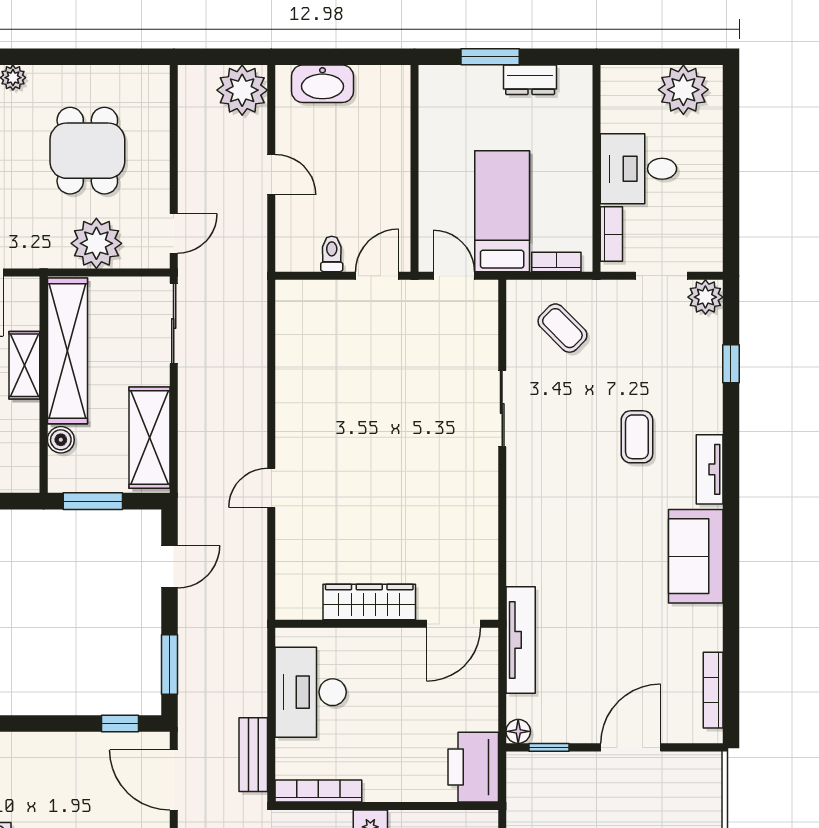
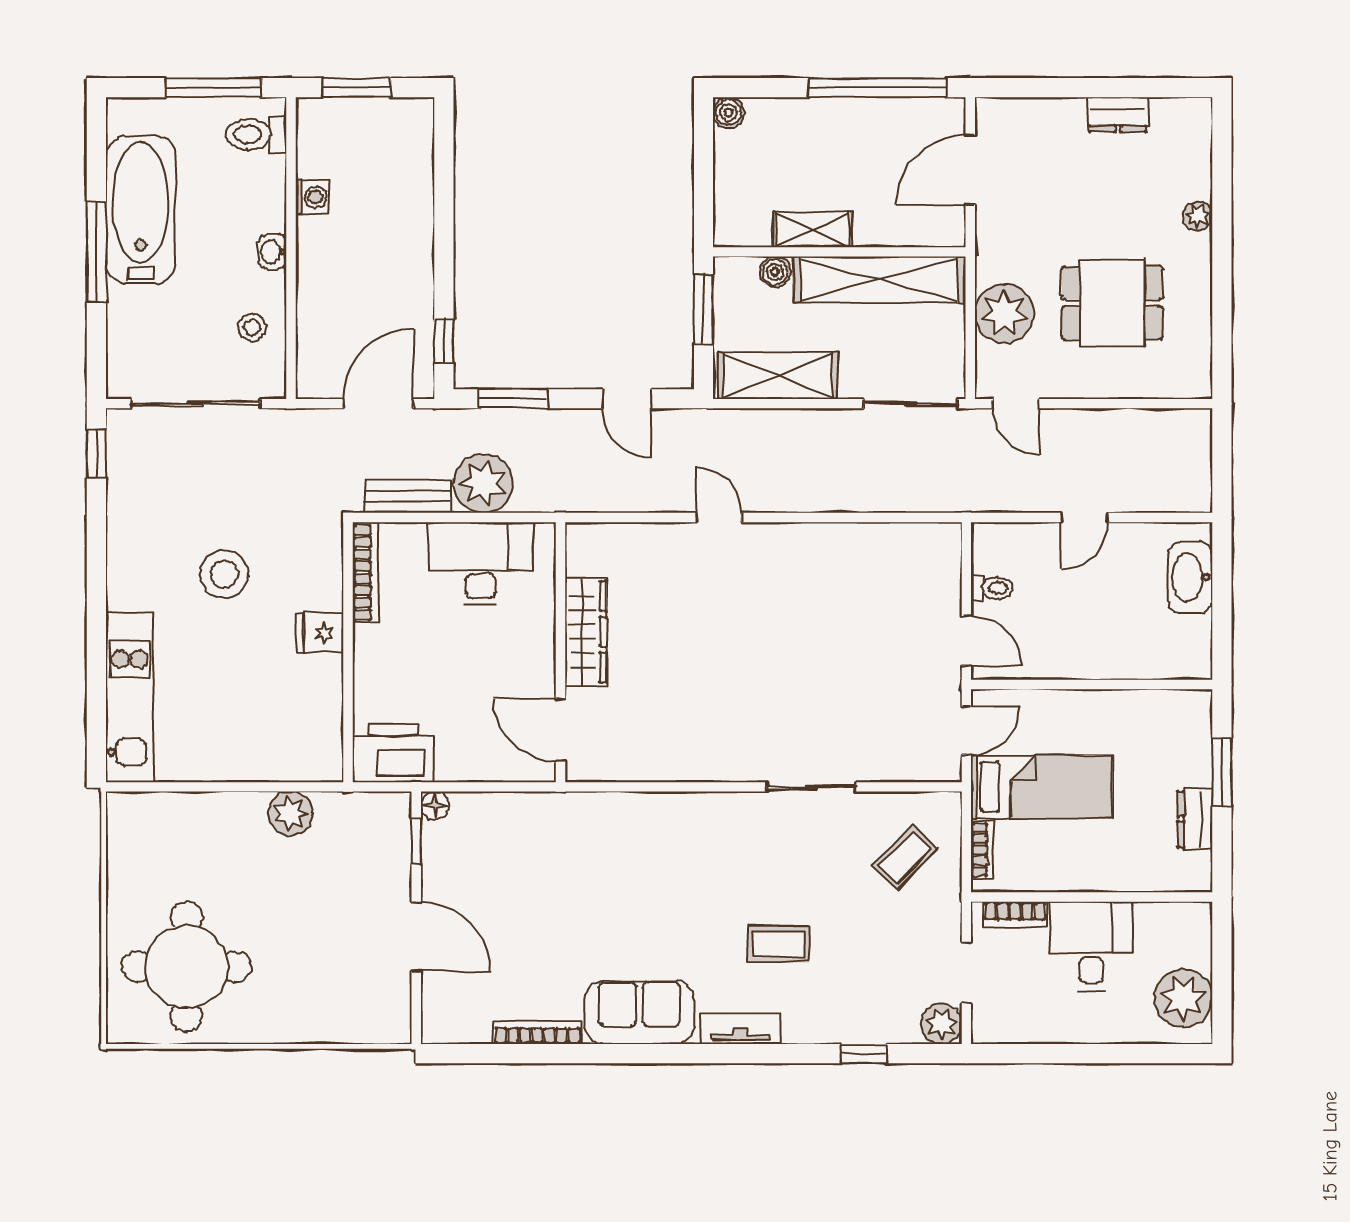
plant: (242, 90) -> (483, 483), moved
shelving: (24, 365) -> (813, 230), moved
tv unit: (521, 640) -> (542, 808), removed
bookcase: (713, 690) -> (537, 1033), moved

